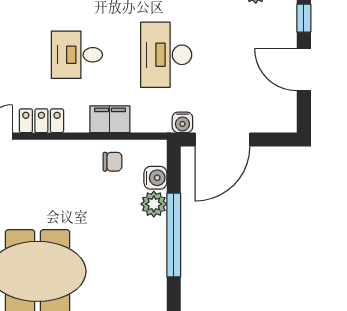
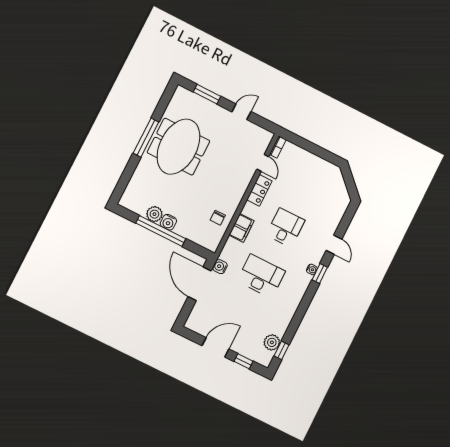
water cooler: (155, 178) -> (168, 222), moved
plant: (154, 204) -> (154, 214), moved

